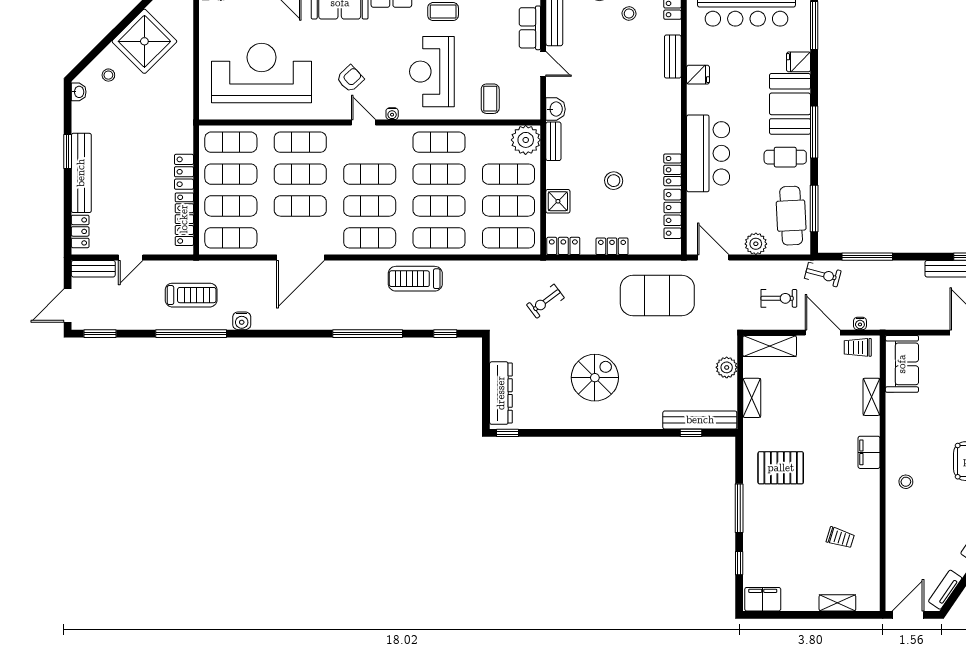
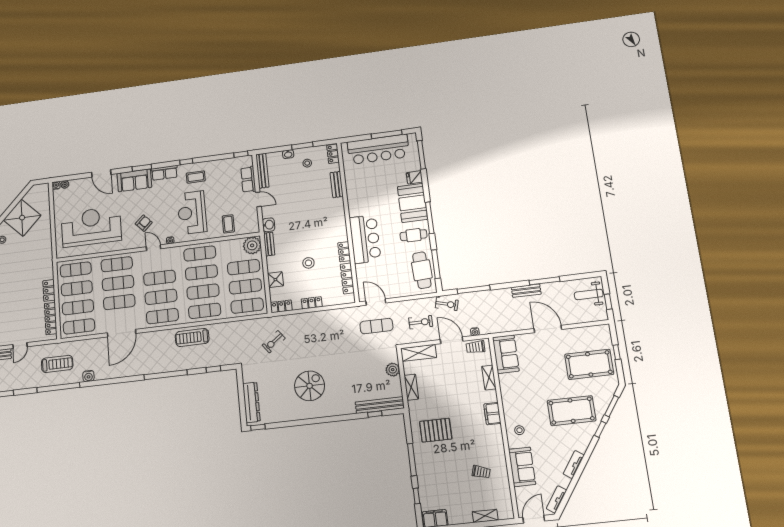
fridge: (698, 75) -> (353, 193), removed
plant: (756, 244) -> (402, 290), removed
exercise mat: (657, 295) -> (376, 326), moved, width x0.50, depth x0.69
sofa: (902, 537) -> (522, 467), added

